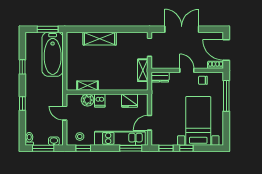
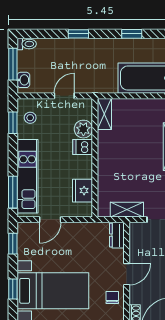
shelving: (88, 86) -> (104, 114), moved
door: (149, 123) -> (50, 220), swing flipped
window: (186, 148) -> (13, 289), moved

